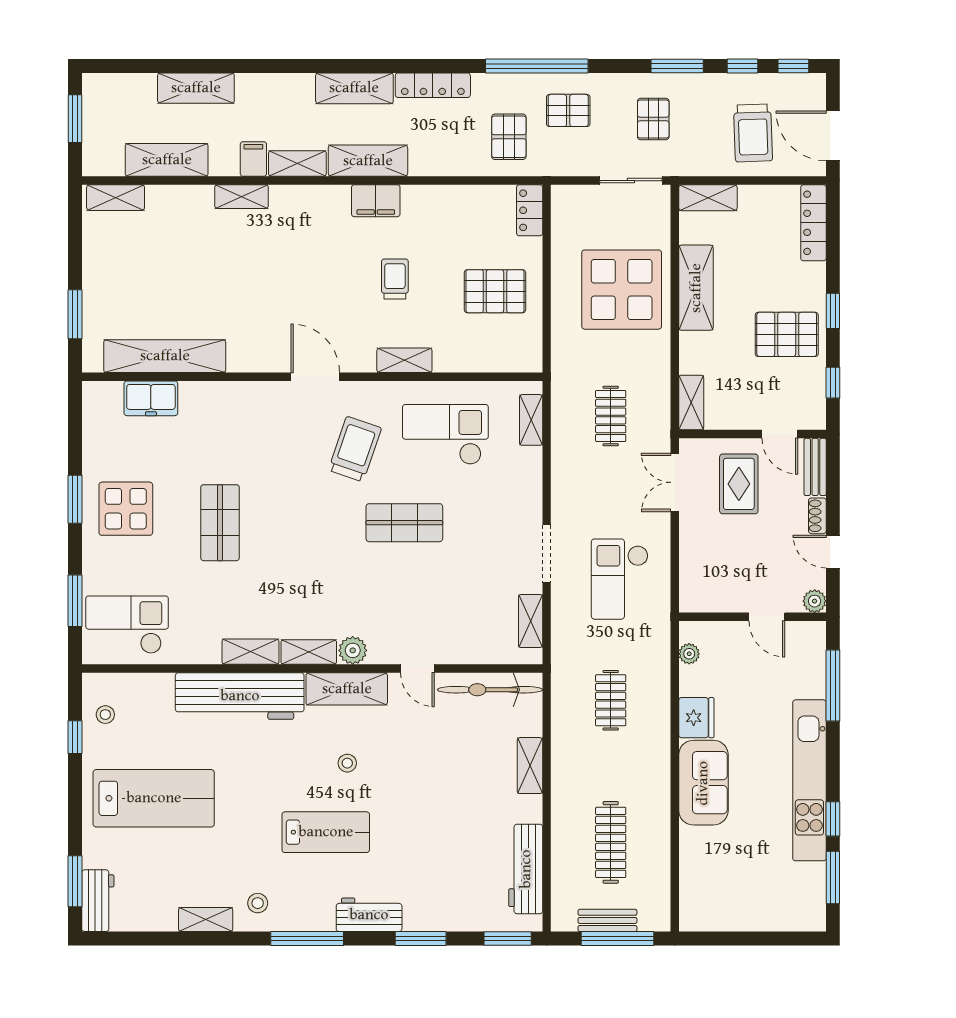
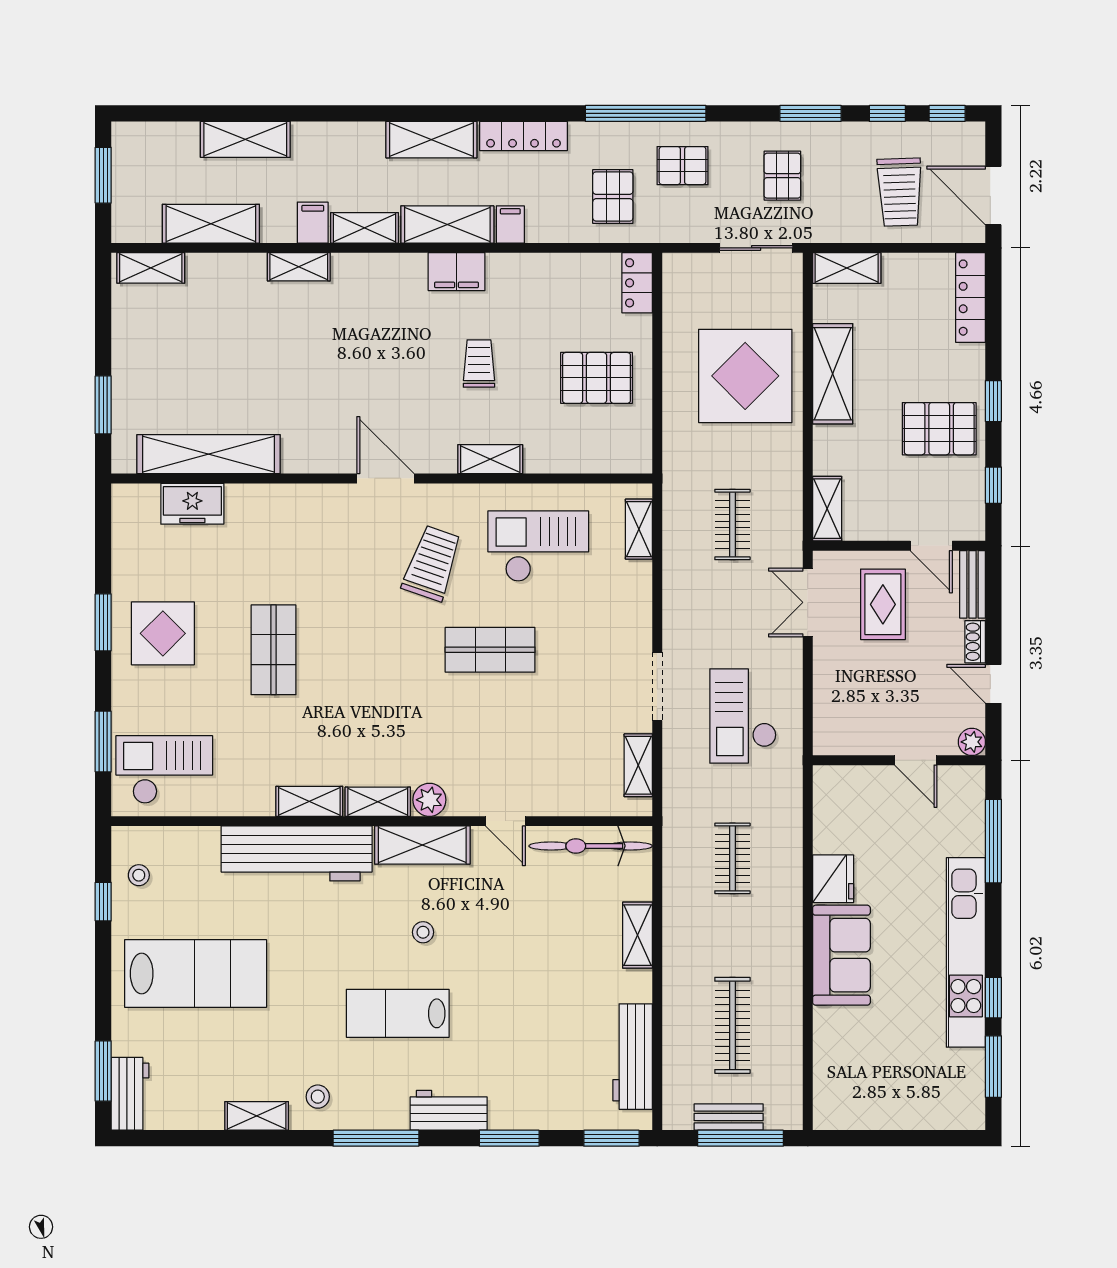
filing cabinet: (422, 161) -> (510, 224), added
plant: (689, 654) -> (825, 804), removed
lab bench: (326, 832) -> (398, 1013), turned 180

